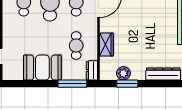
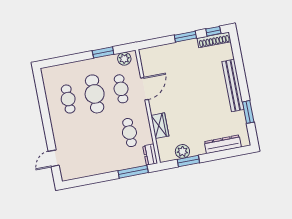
booth: (42, 68) -> (100, 161), removed

